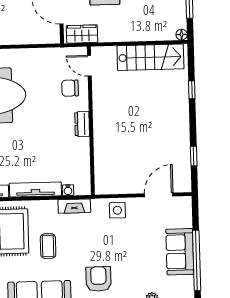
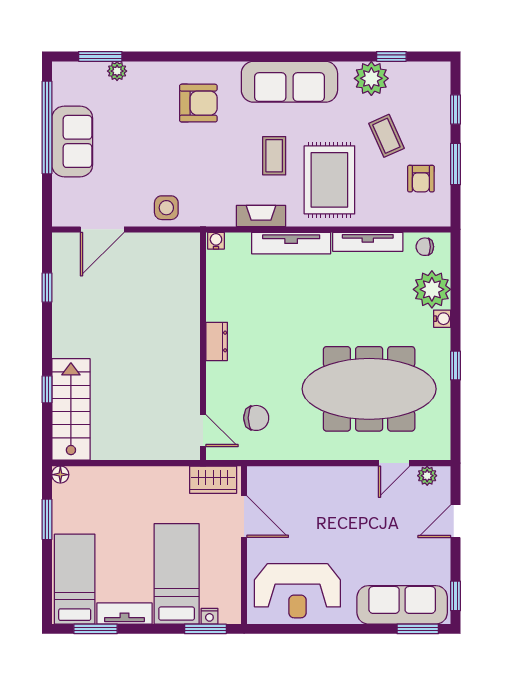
stairs: (150, 57) -> (71, 409), moved, turned 90
chair: (70, 88) -> (256, 418), moved
water cooler: (68, 190) -> (216, 241), moved
fireplace: (74, 206) -> (261, 216), moved
armchair: (98, 279) -> (198, 103), turned -90

